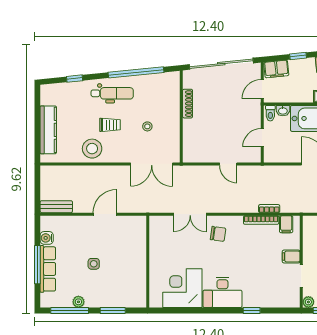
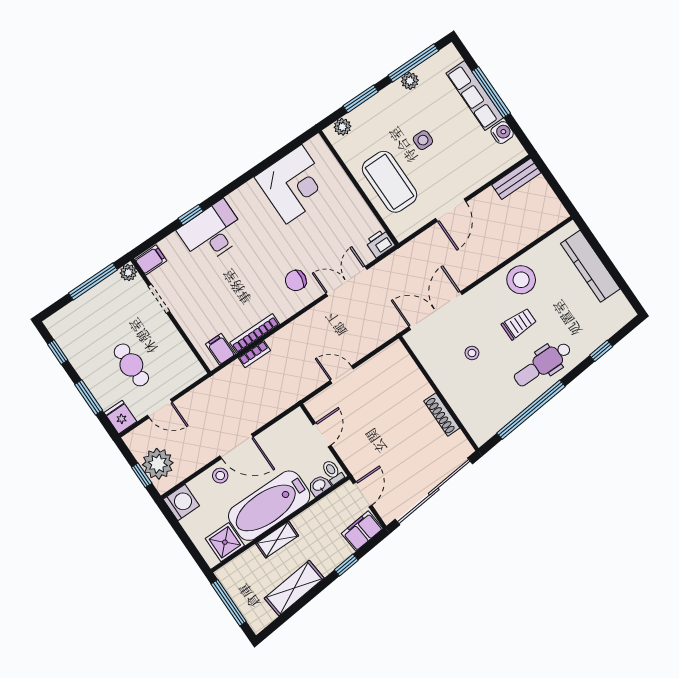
trolley: (110, 125) -> (519, 324), turned 180
printer: (157, 223) -> (380, 243), added
coffee table: (128, 253) -> (390, 182), added
filing cabinet: (291, 257) -> (151, 260), moved
desk: (222, 292) -> (212, 233), moved
plant: (134, 302) -> (342, 127), added

